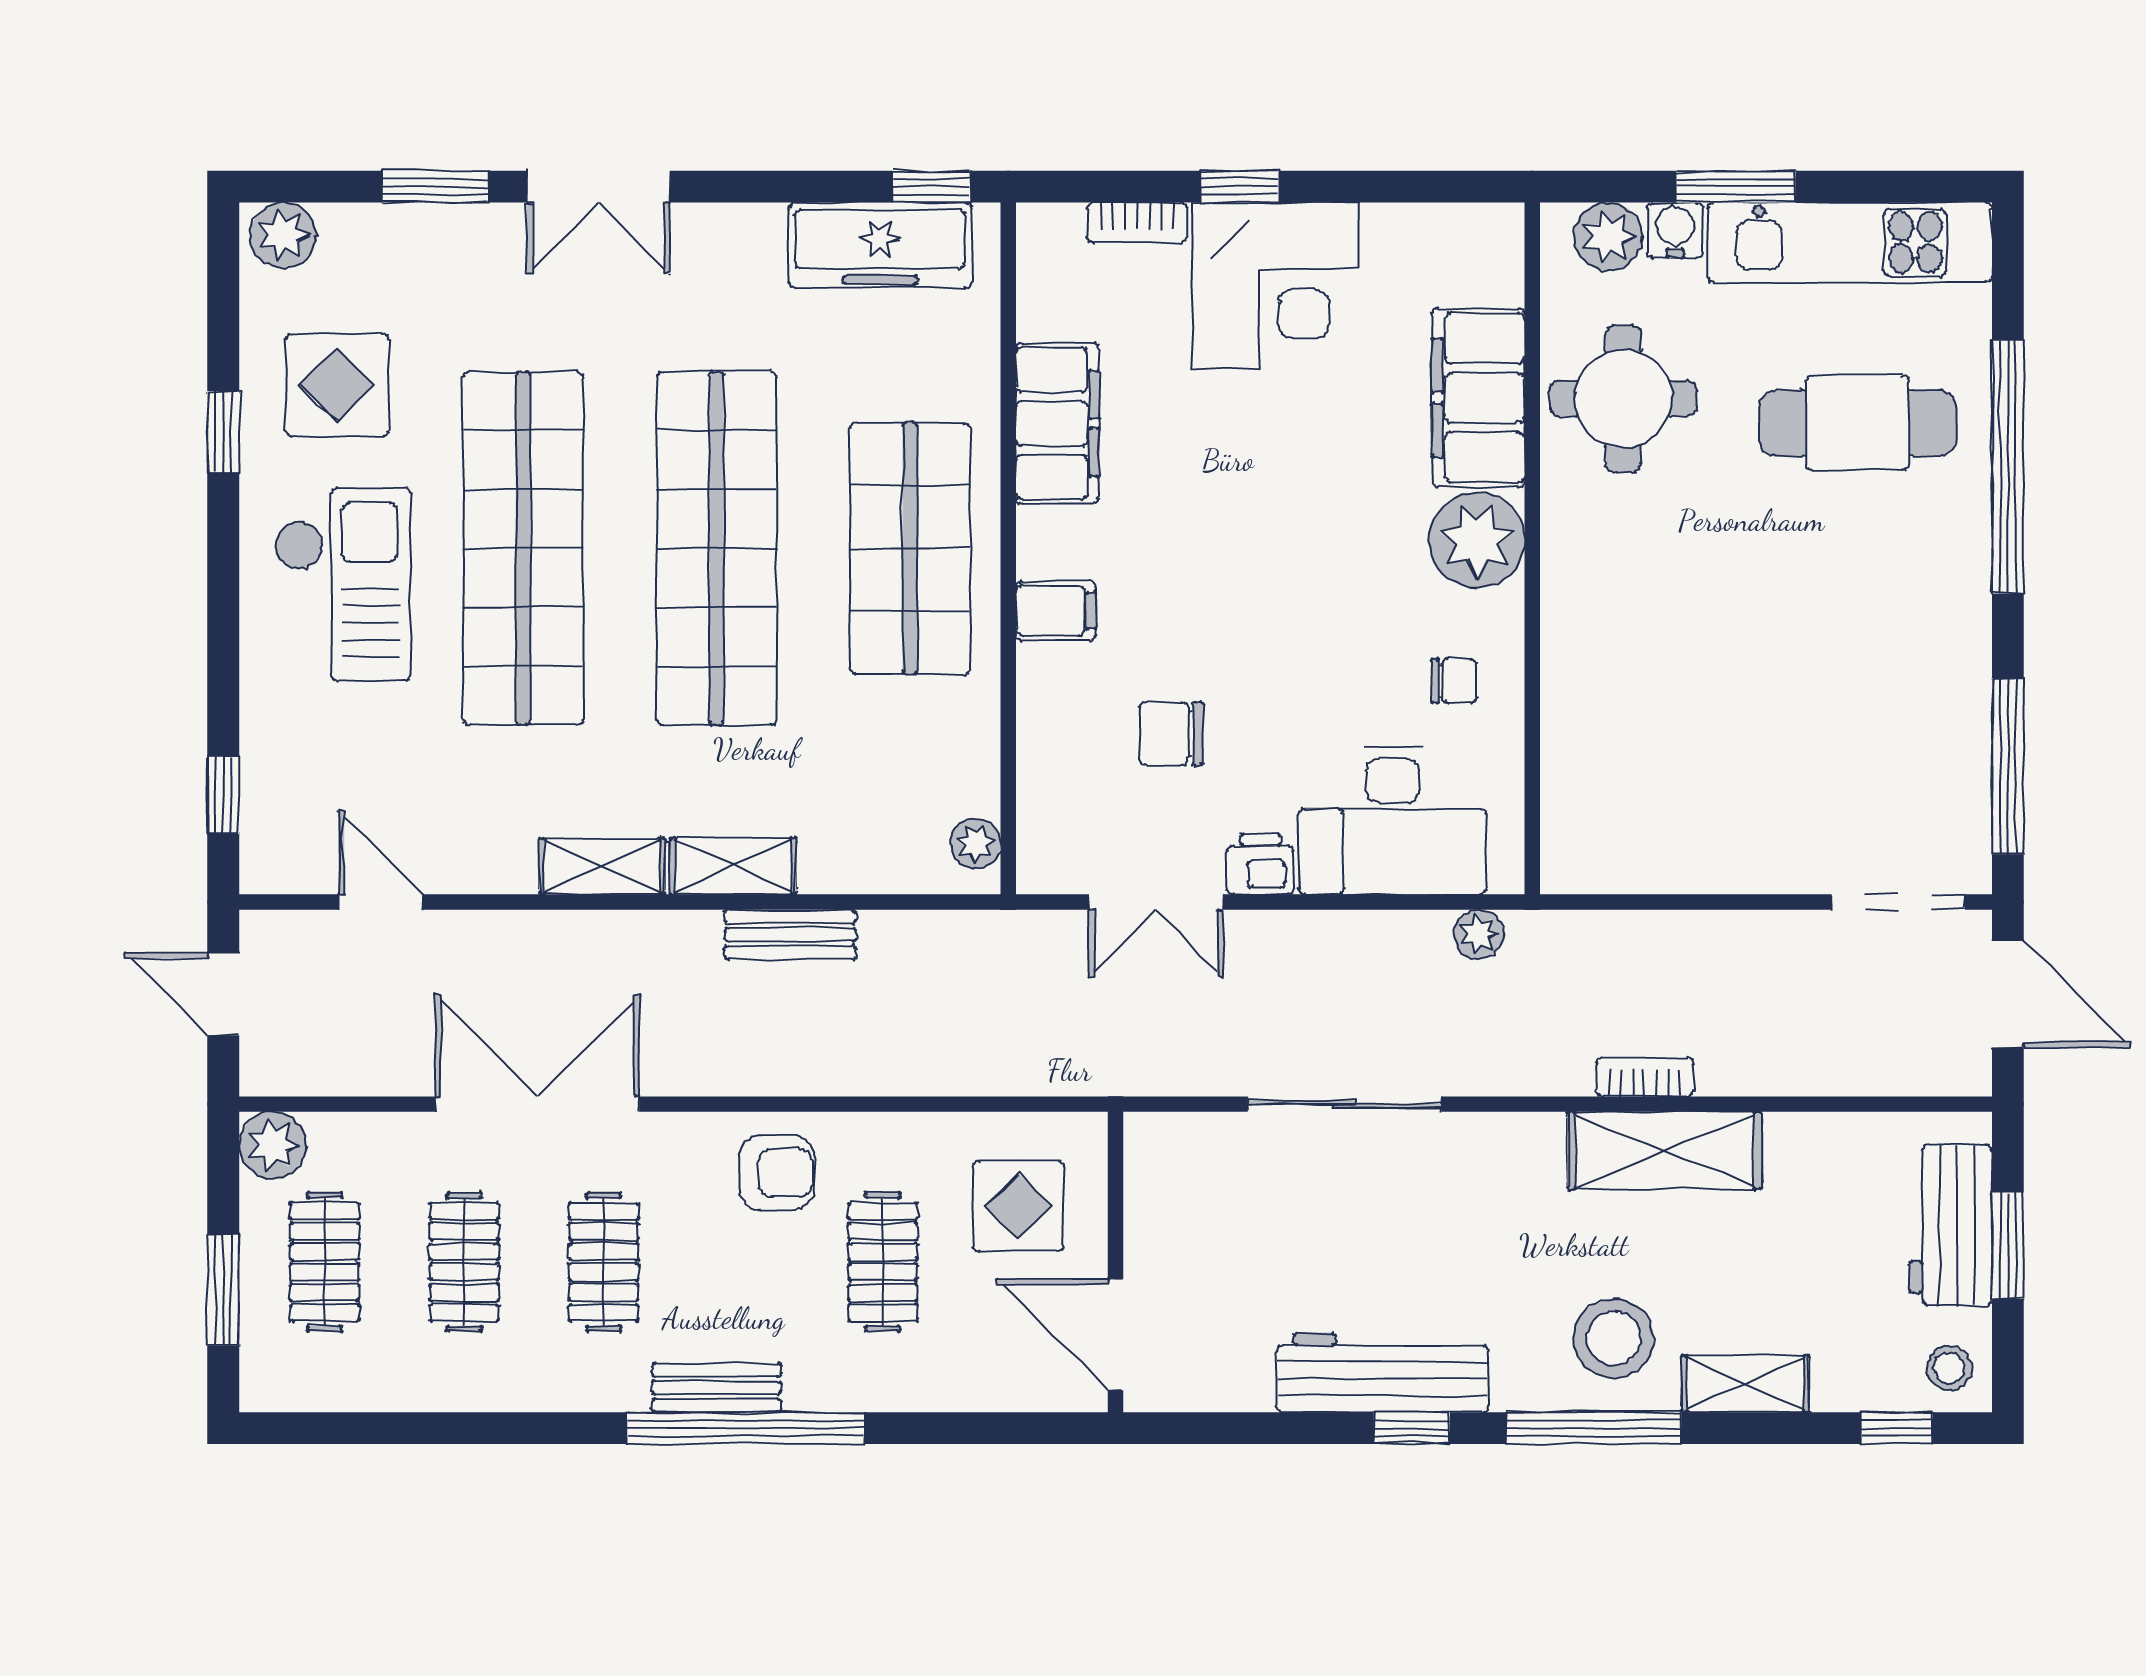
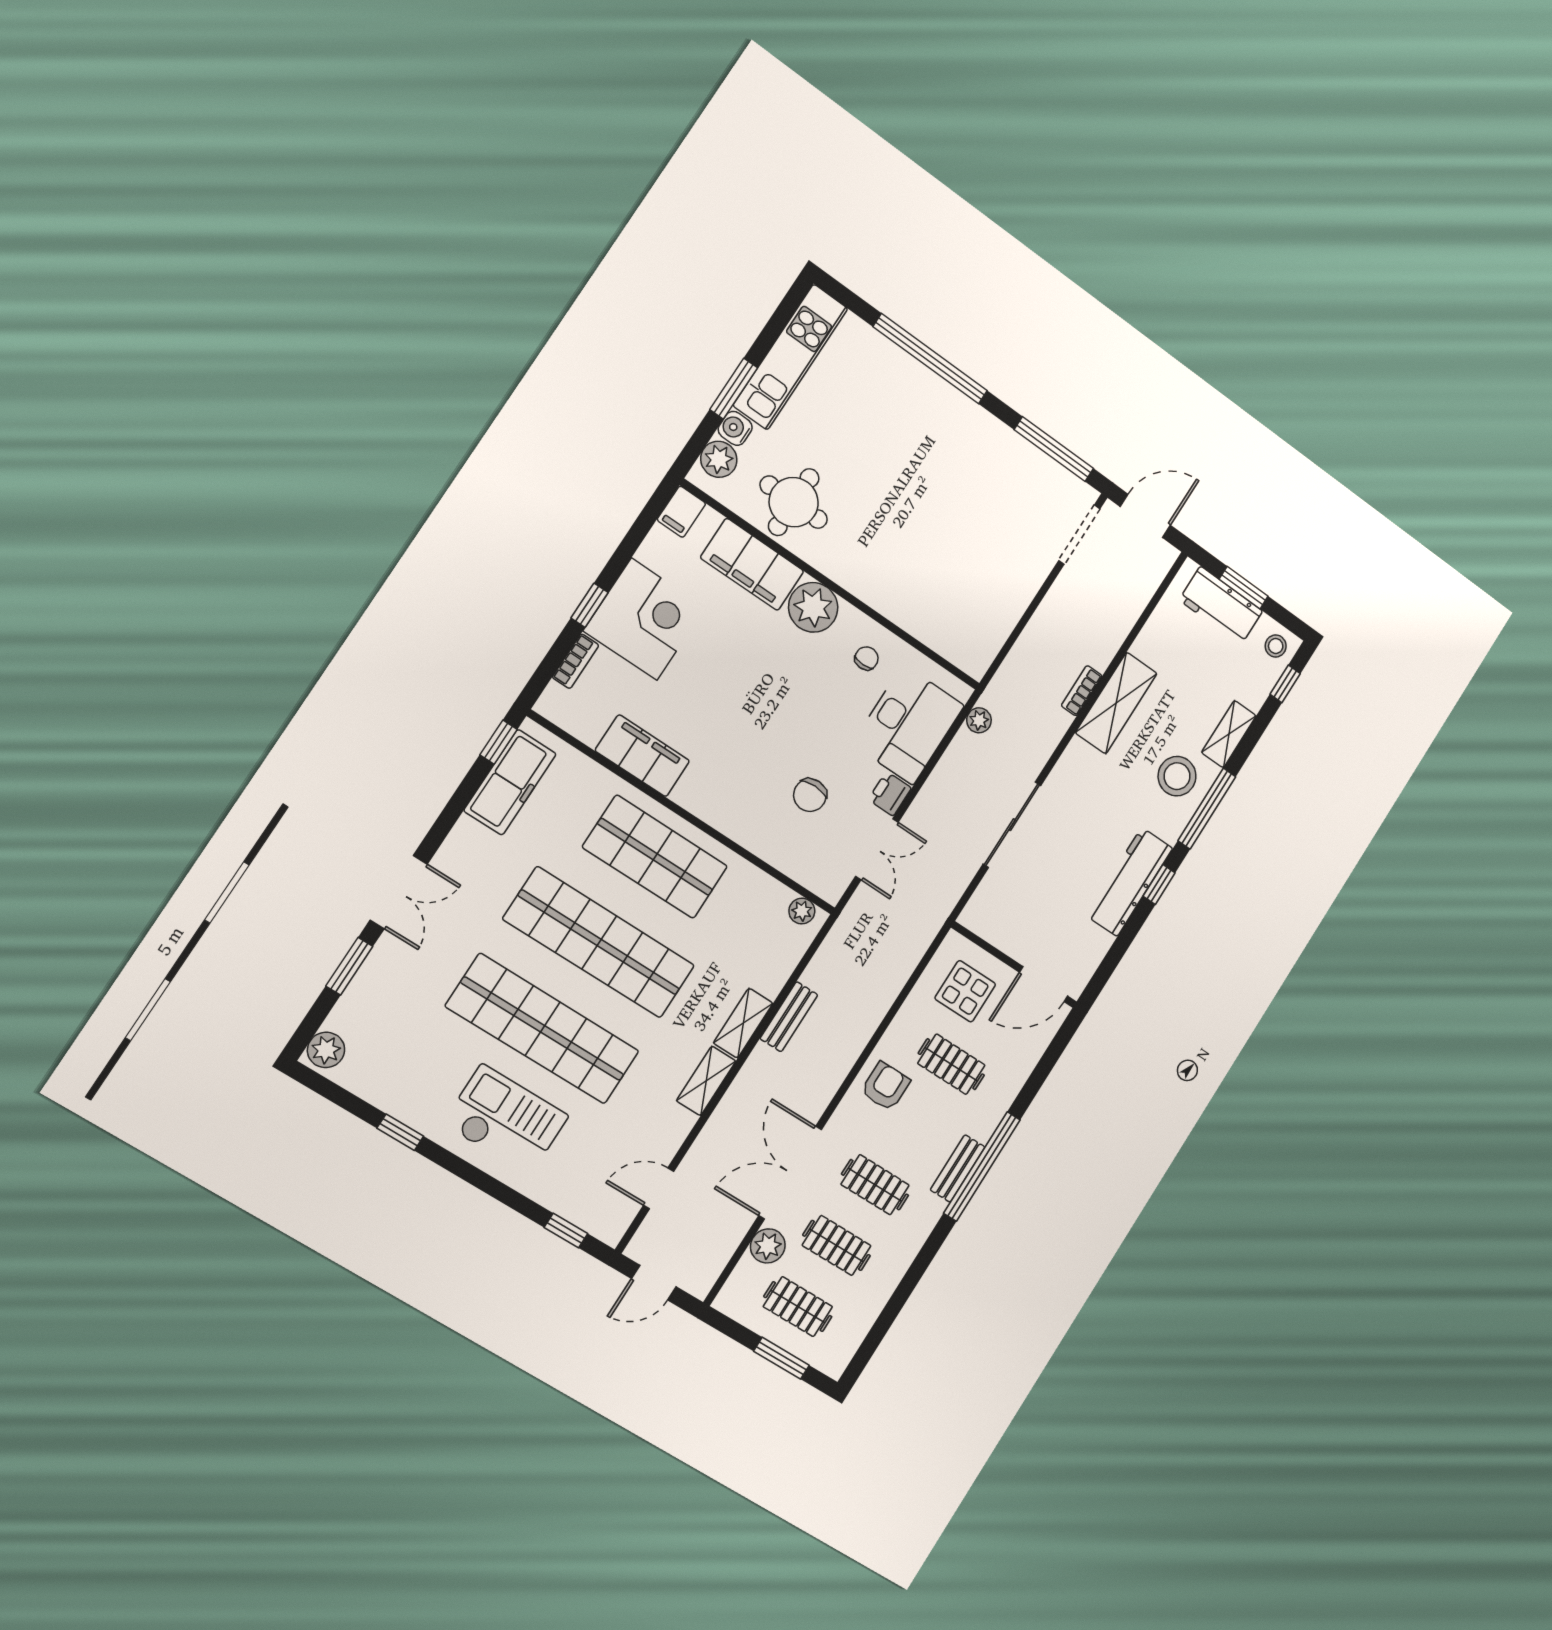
display table: (337, 385) -> (413, 1067), removed
cafe table: (1858, 423) -> (870, 409), removed
filing cabinet: (1056, 611) -> (681, 512), moved, turned 180
plant: (273, 1145) -> (768, 1246), moved

